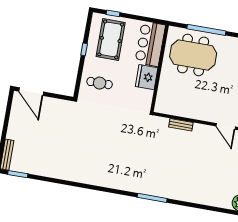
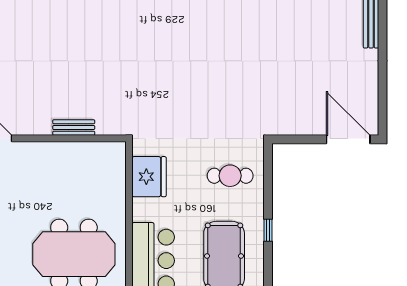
fridge: (147, 77) -> (149, 177), moved

